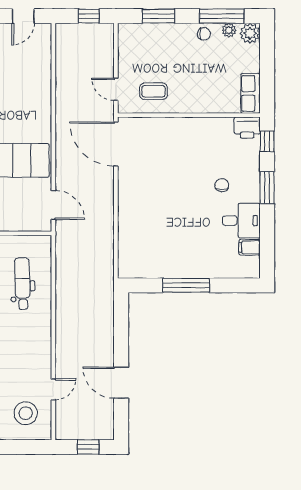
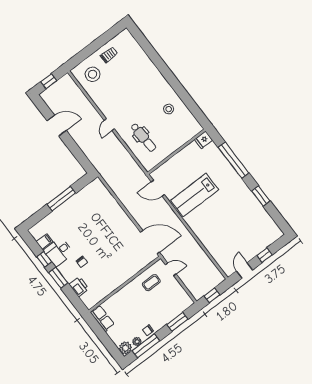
printer: (247, 128) -> (79, 287), moved, turned 90
window: (267, 141) -> (44, 259), moved
door: (53, 389) -> (109, 125), moved

